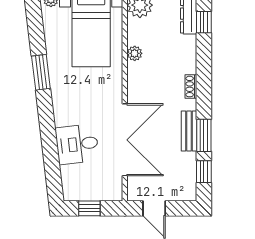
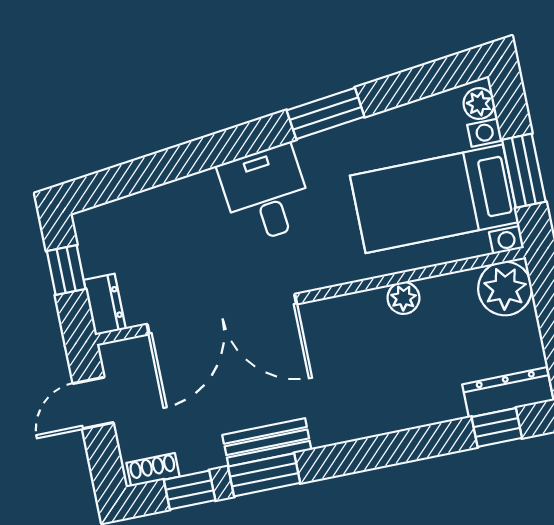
shoe rack: (191, 87) -> (153, 470), moved
desk: (77, 144) -> (266, 194), moved
dresser: (109, 194) -> (105, 304), added

